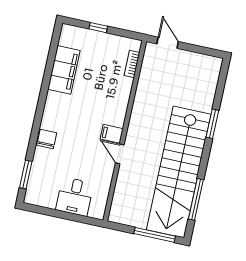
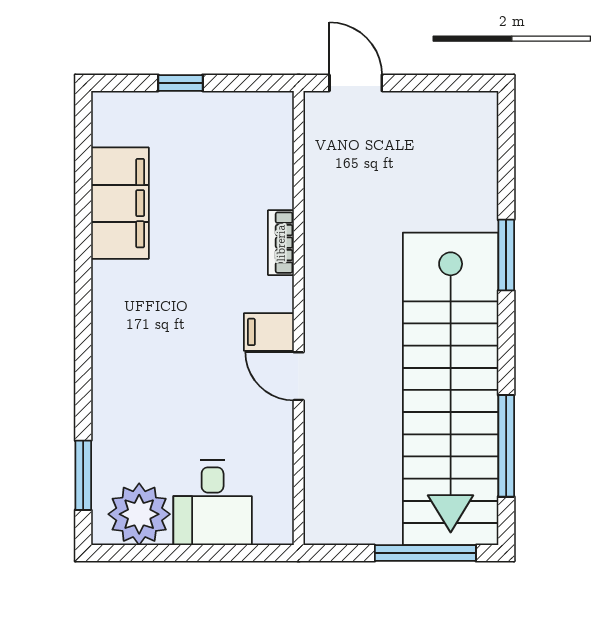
bookcase: (132, 64) -> (281, 243), moved
chair: (47, 139) -> (115, 379), removed
plant: (45, 195) -> (139, 514), added

